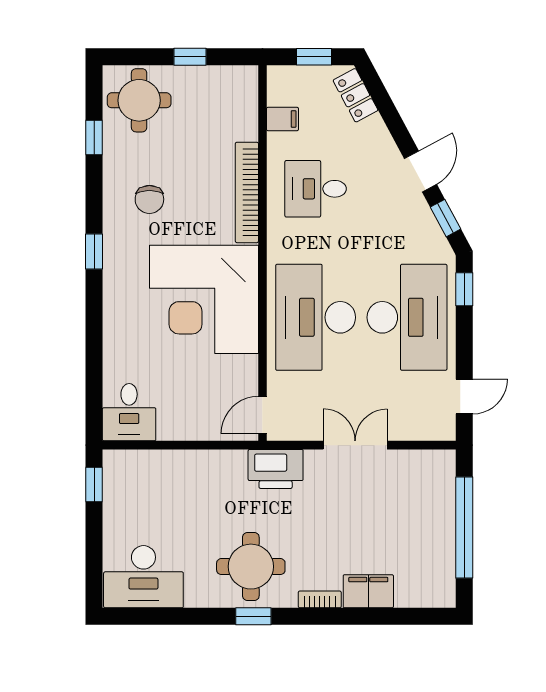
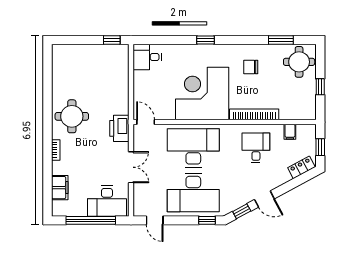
window: (94, 138) -> (281, 40), width x1.50
window: (94, 252) -> (206, 40), moved
desk: (143, 577) -> (107, 201), moved, turned -90
filing cabinet: (368, 591) -> (60, 188), moved
window: (253, 616) -> (48, 118), removed

